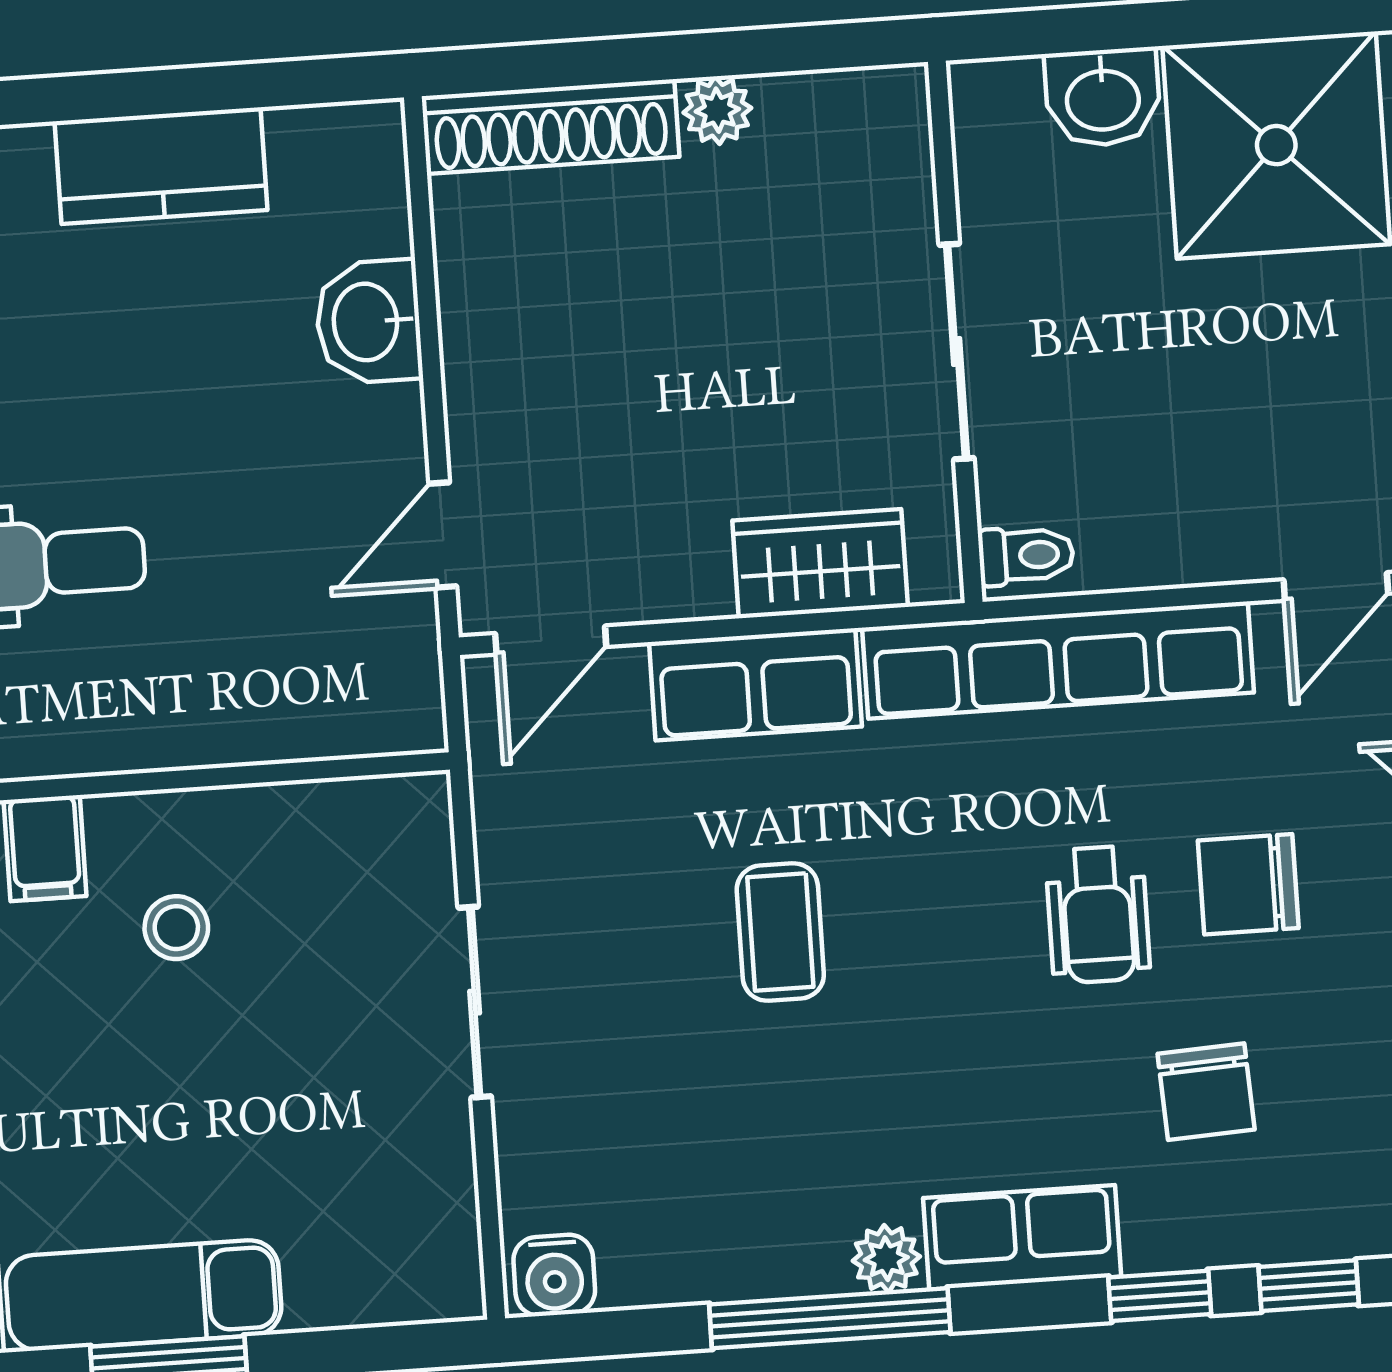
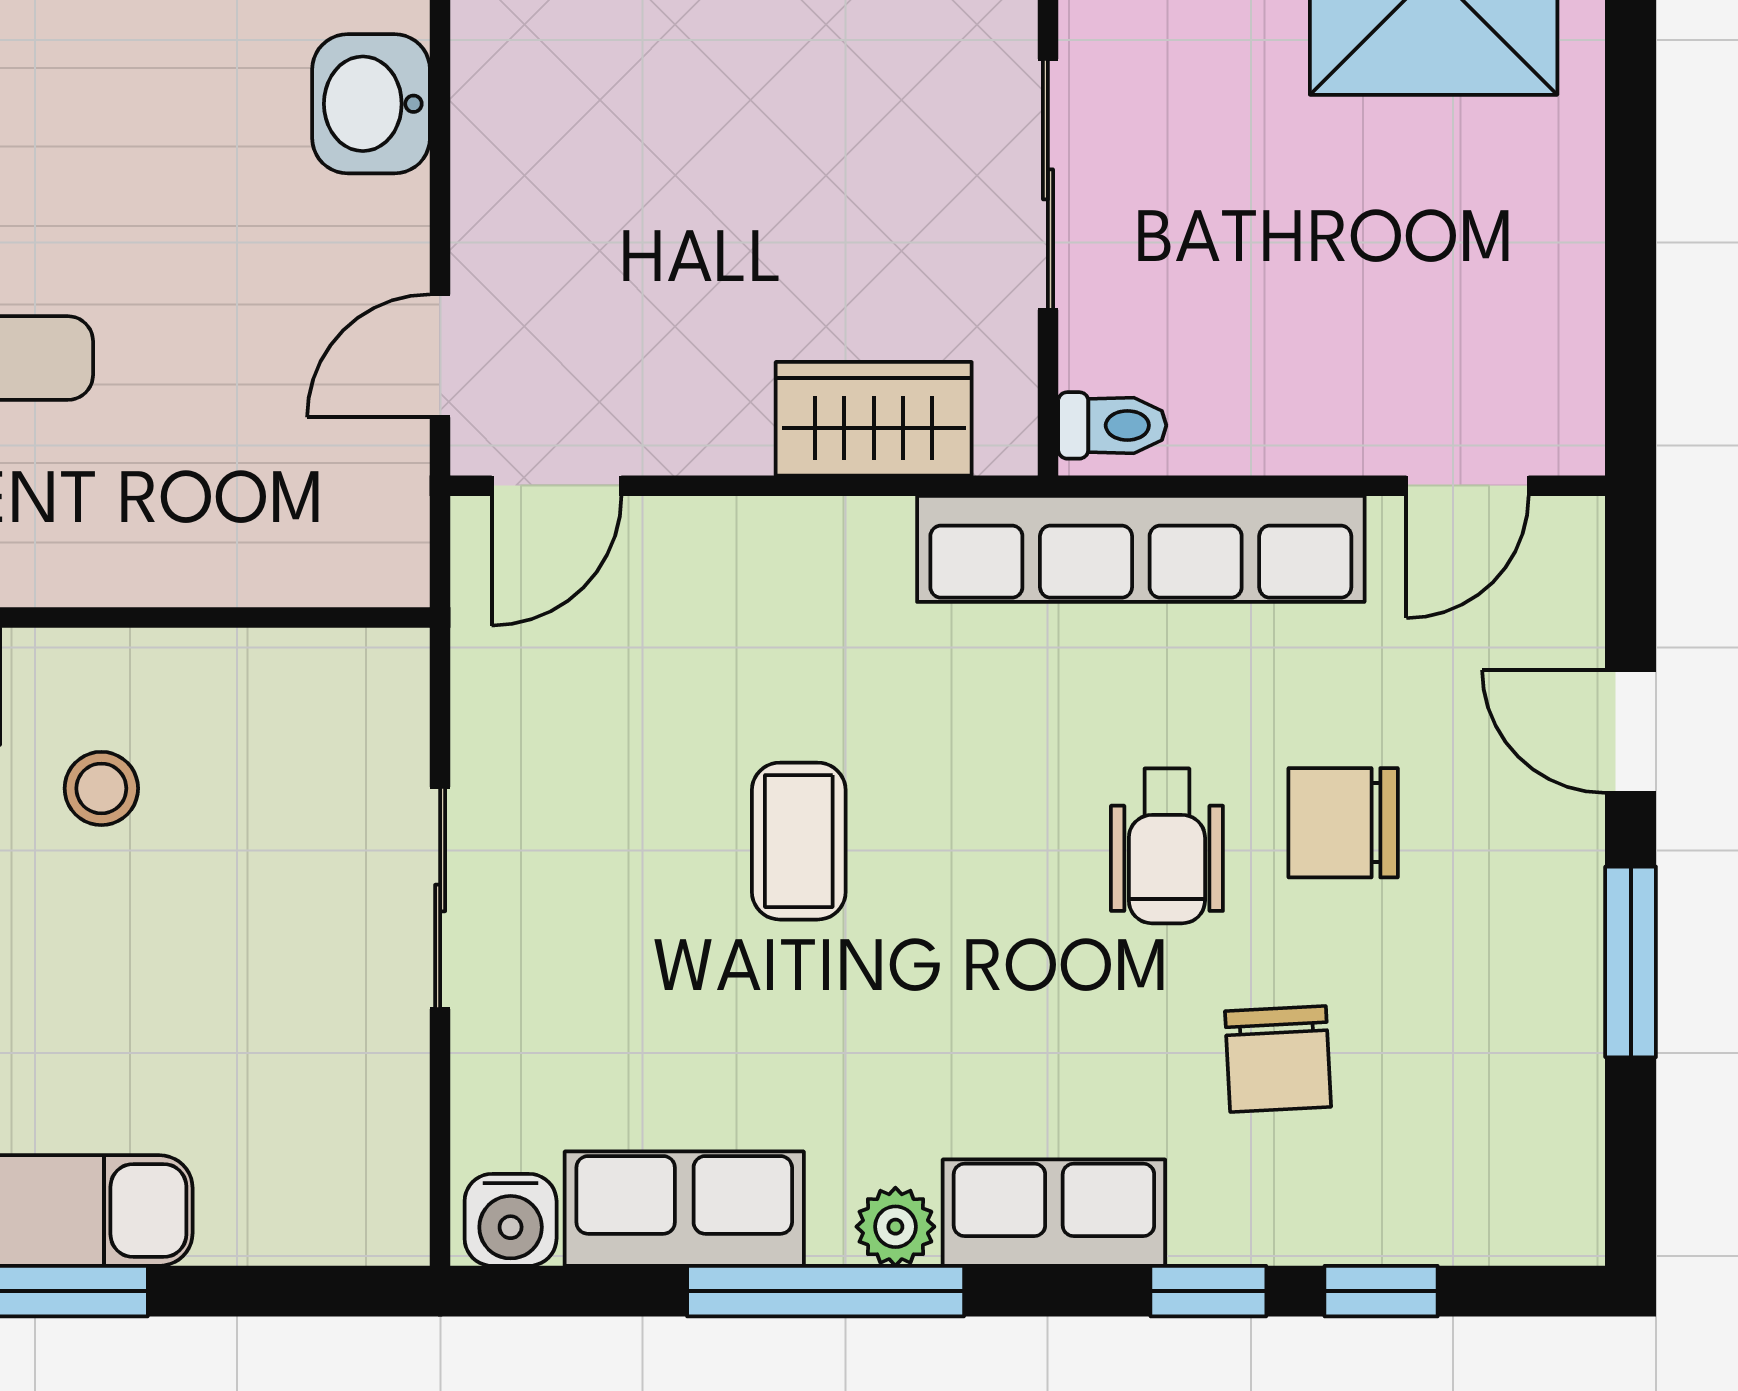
row of seats: (755, 684) -> (684, 1209), moved, turned 180

